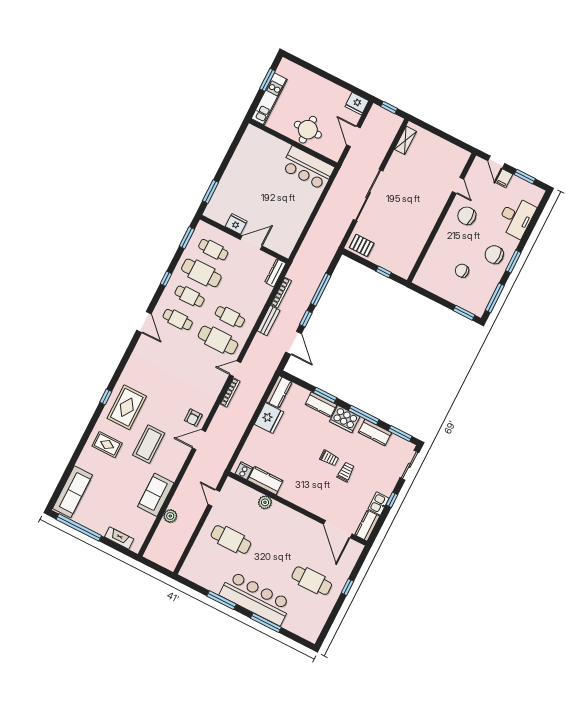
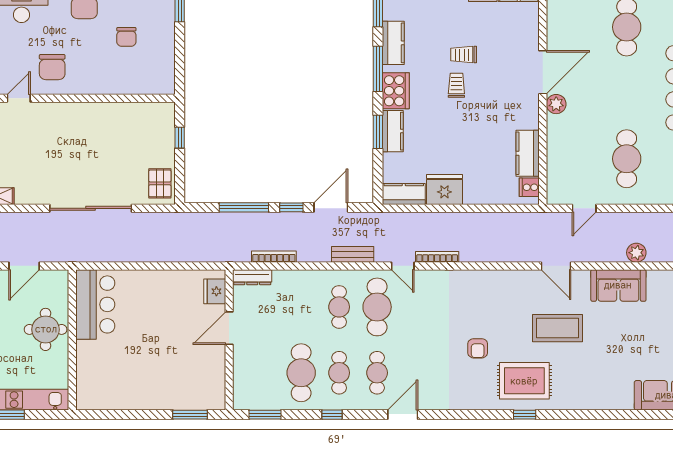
fridge: (236, 224) -> (215, 291), moved
door: (251, 243) -> (229, 328), hinge flipped
cafe table: (213, 250) -> (263, 373), removed
bench: (269, 321) -> (353, 254), moved
armchair: (193, 418) -> (478, 348), moved, turned 90
door: (199, 440) -> (556, 266), moved
rug: (107, 445) -> (585, 382), removed
plant: (265, 502) -> (556, 104), moved
door: (338, 529) -> (543, 72), moved

